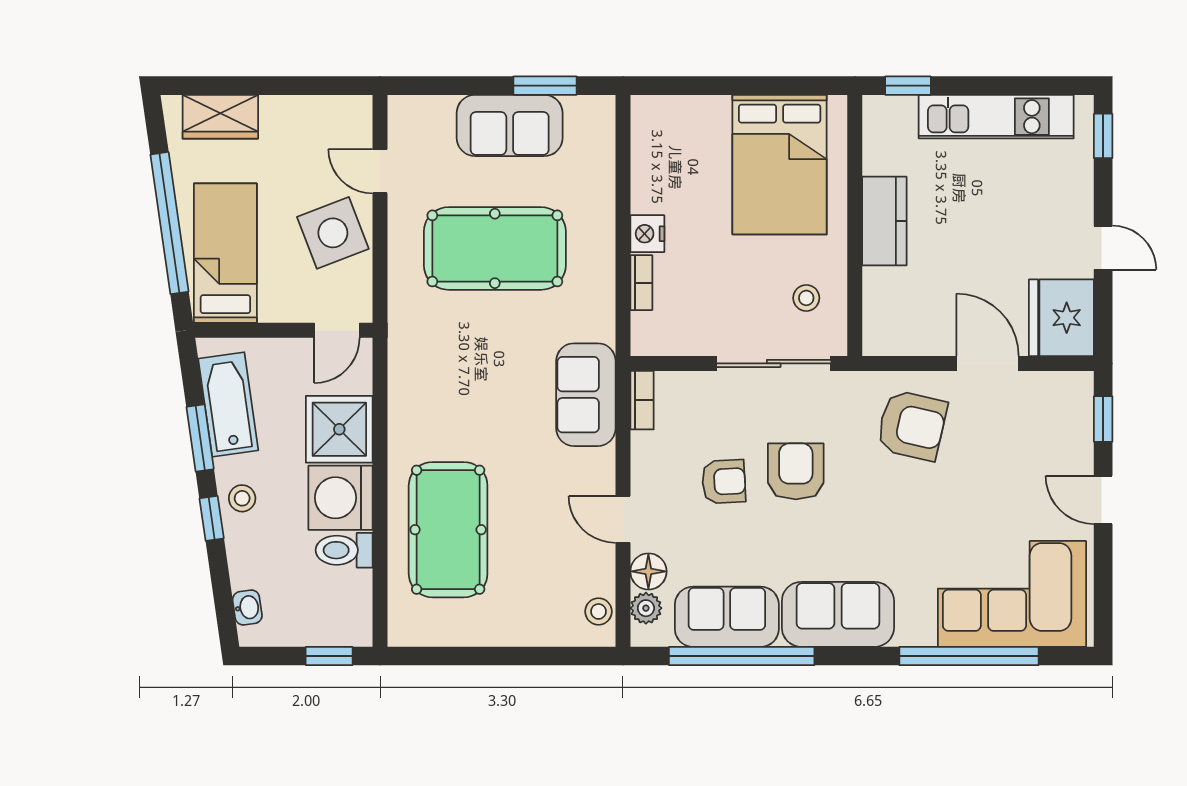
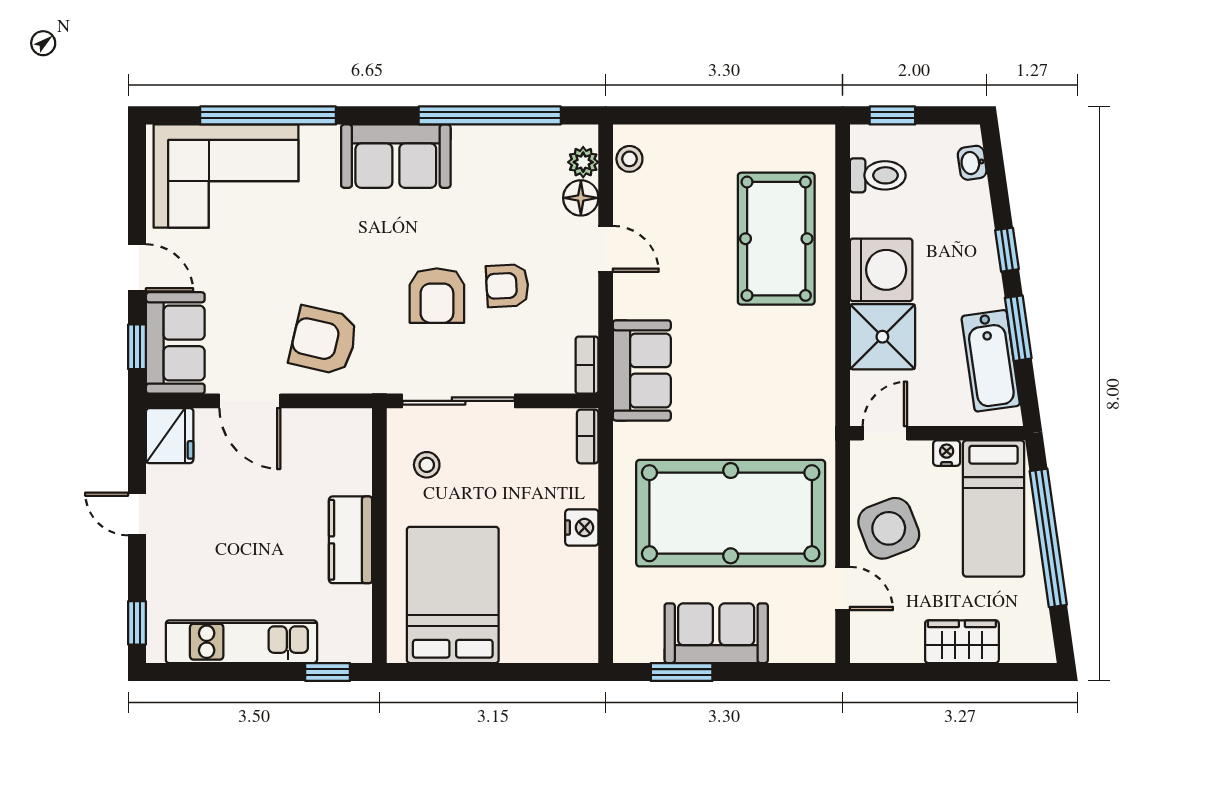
wardrobe: (220, 117) -> (962, 642), moved
pool table: (495, 248) -> (731, 513), width x1.36, depth x1.32
bookcase: (641, 283) -> (588, 436), moved
nightstand: (274, 310) -> (947, 453), added
fridge: (1061, 318) -> (170, 436), width x0.73, depth x0.75
stool: (242, 498) -> (977, 269), removed
toilet: (344, 550) -> (878, 175), moved
sofa: (727, 617) -> (175, 343), moved, turned -90

